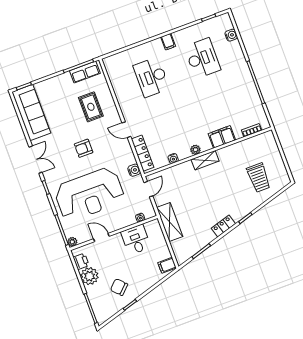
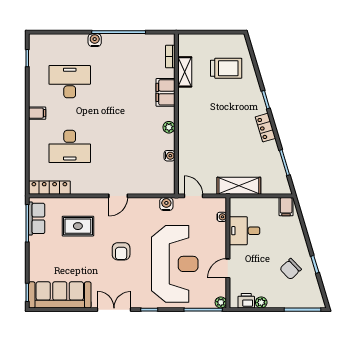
water cooler: (231, 35) -> (95, 40), moved
locker: (142, 153) -> (49, 188), moved
shelving: (205, 160) -> (185, 72), moved
plant: (89, 276) -> (261, 302), width x0.53, depth x0.53

